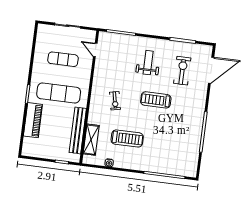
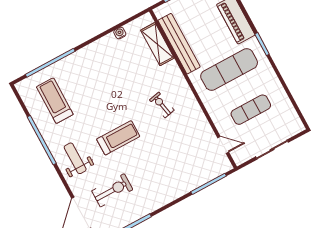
weight bench: (148, 63) -> (75, 158), moved, turned 180
exercise bike: (182, 71) -> (112, 190), turned -90
treadmill: (127, 138) -> (55, 101), moved, turned 90

